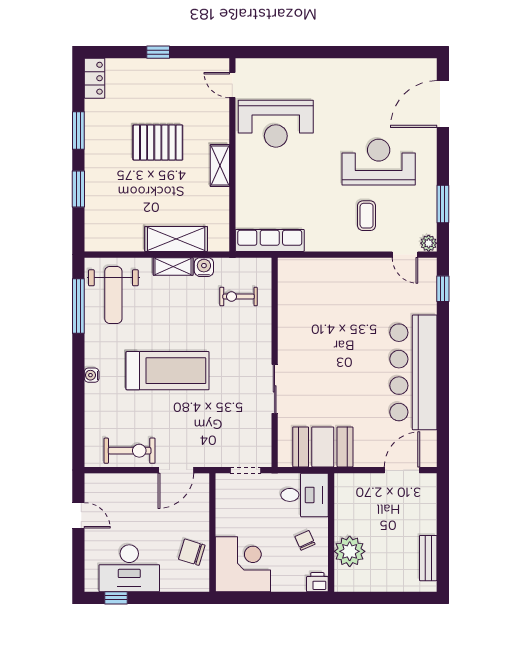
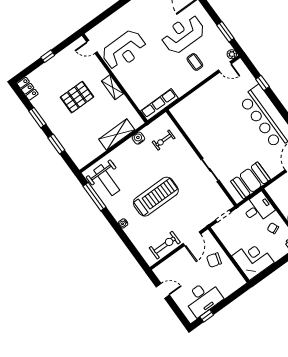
shelving: (173, 266) -> (124, 148), removed
window: (443, 289) -> (262, 83), moved
chair: (192, 552) -> (214, 260), moved

